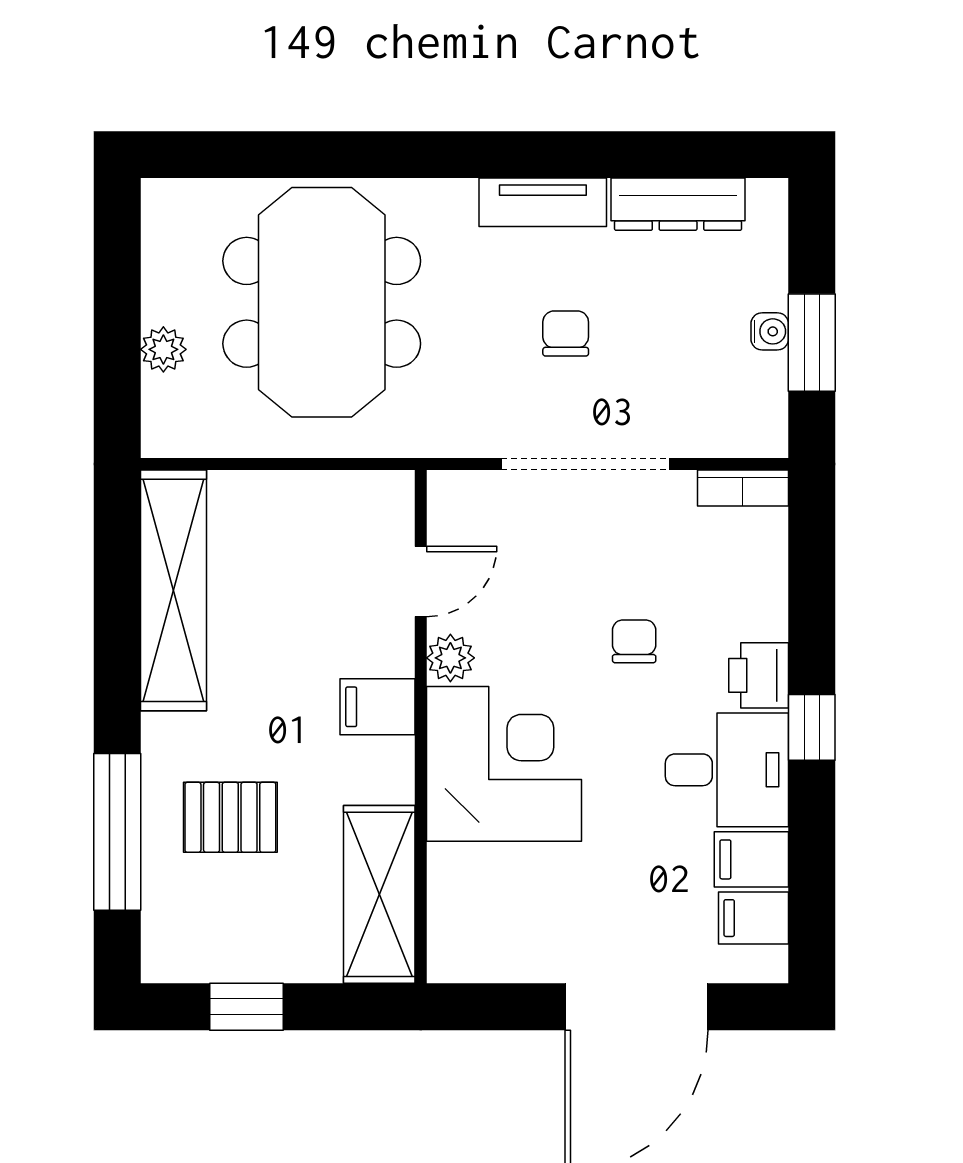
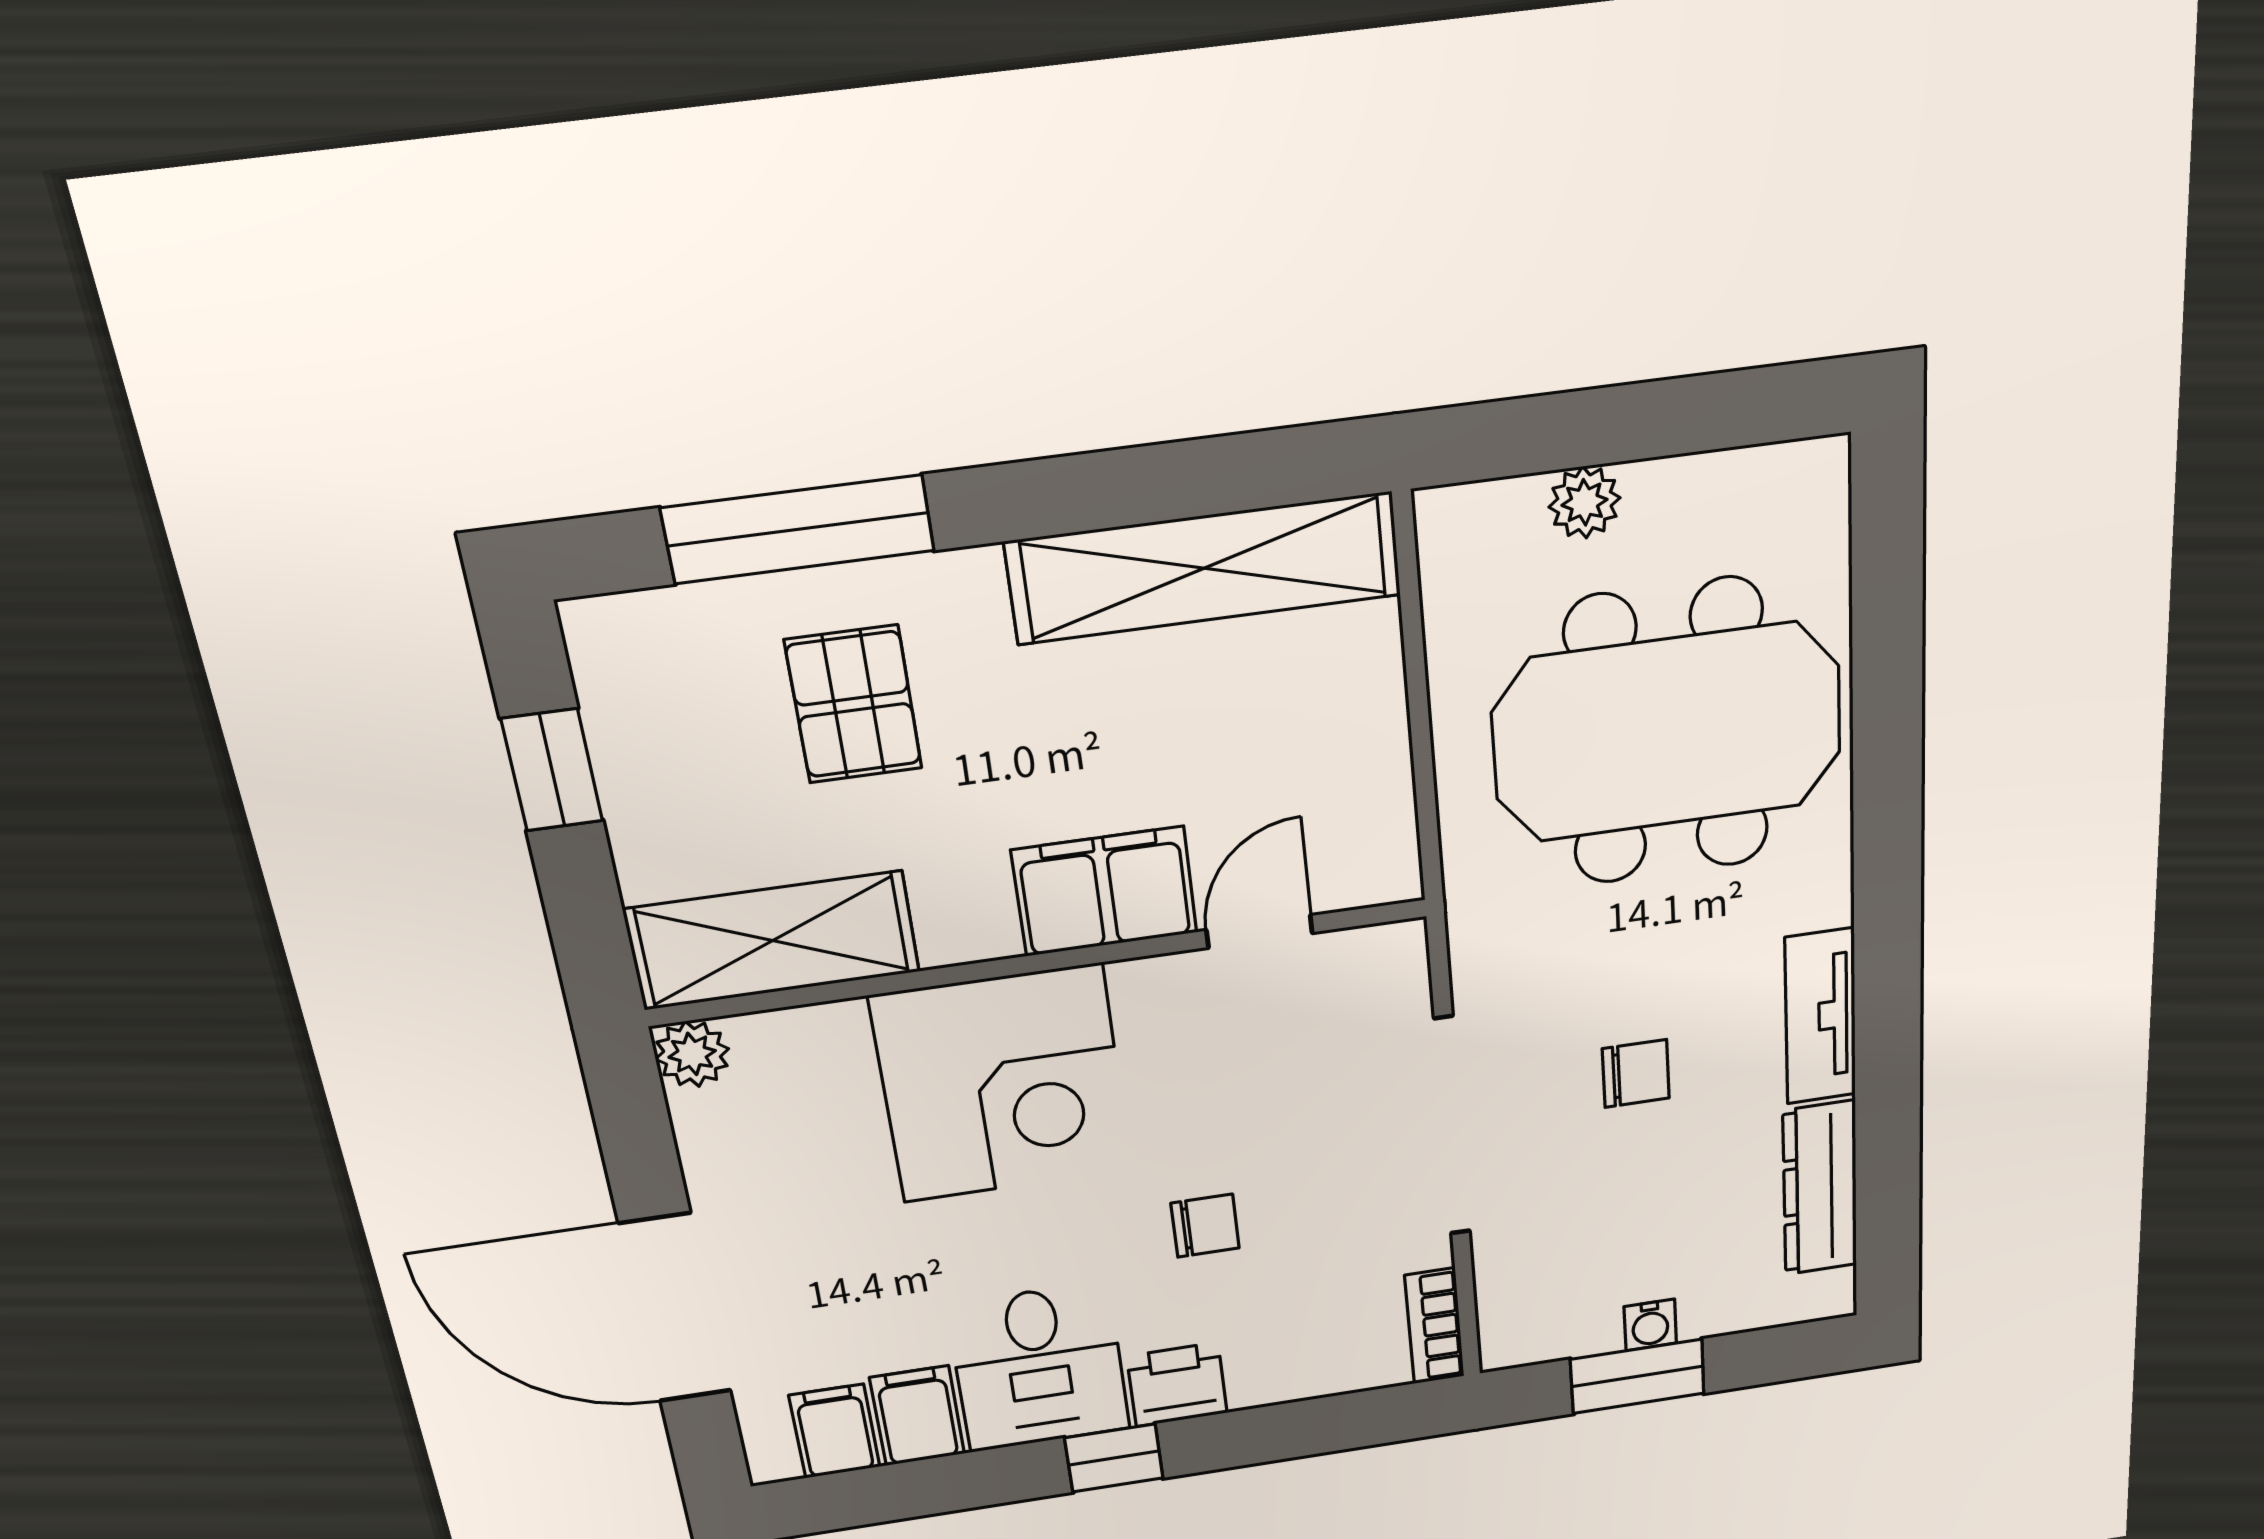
door: (421, 581) -> (1259, 931), swing flipped
plant: (450, 658) -> (692, 1054), moved
filing cabinet: (377, 707) -> (1105, 891), width x2.00

